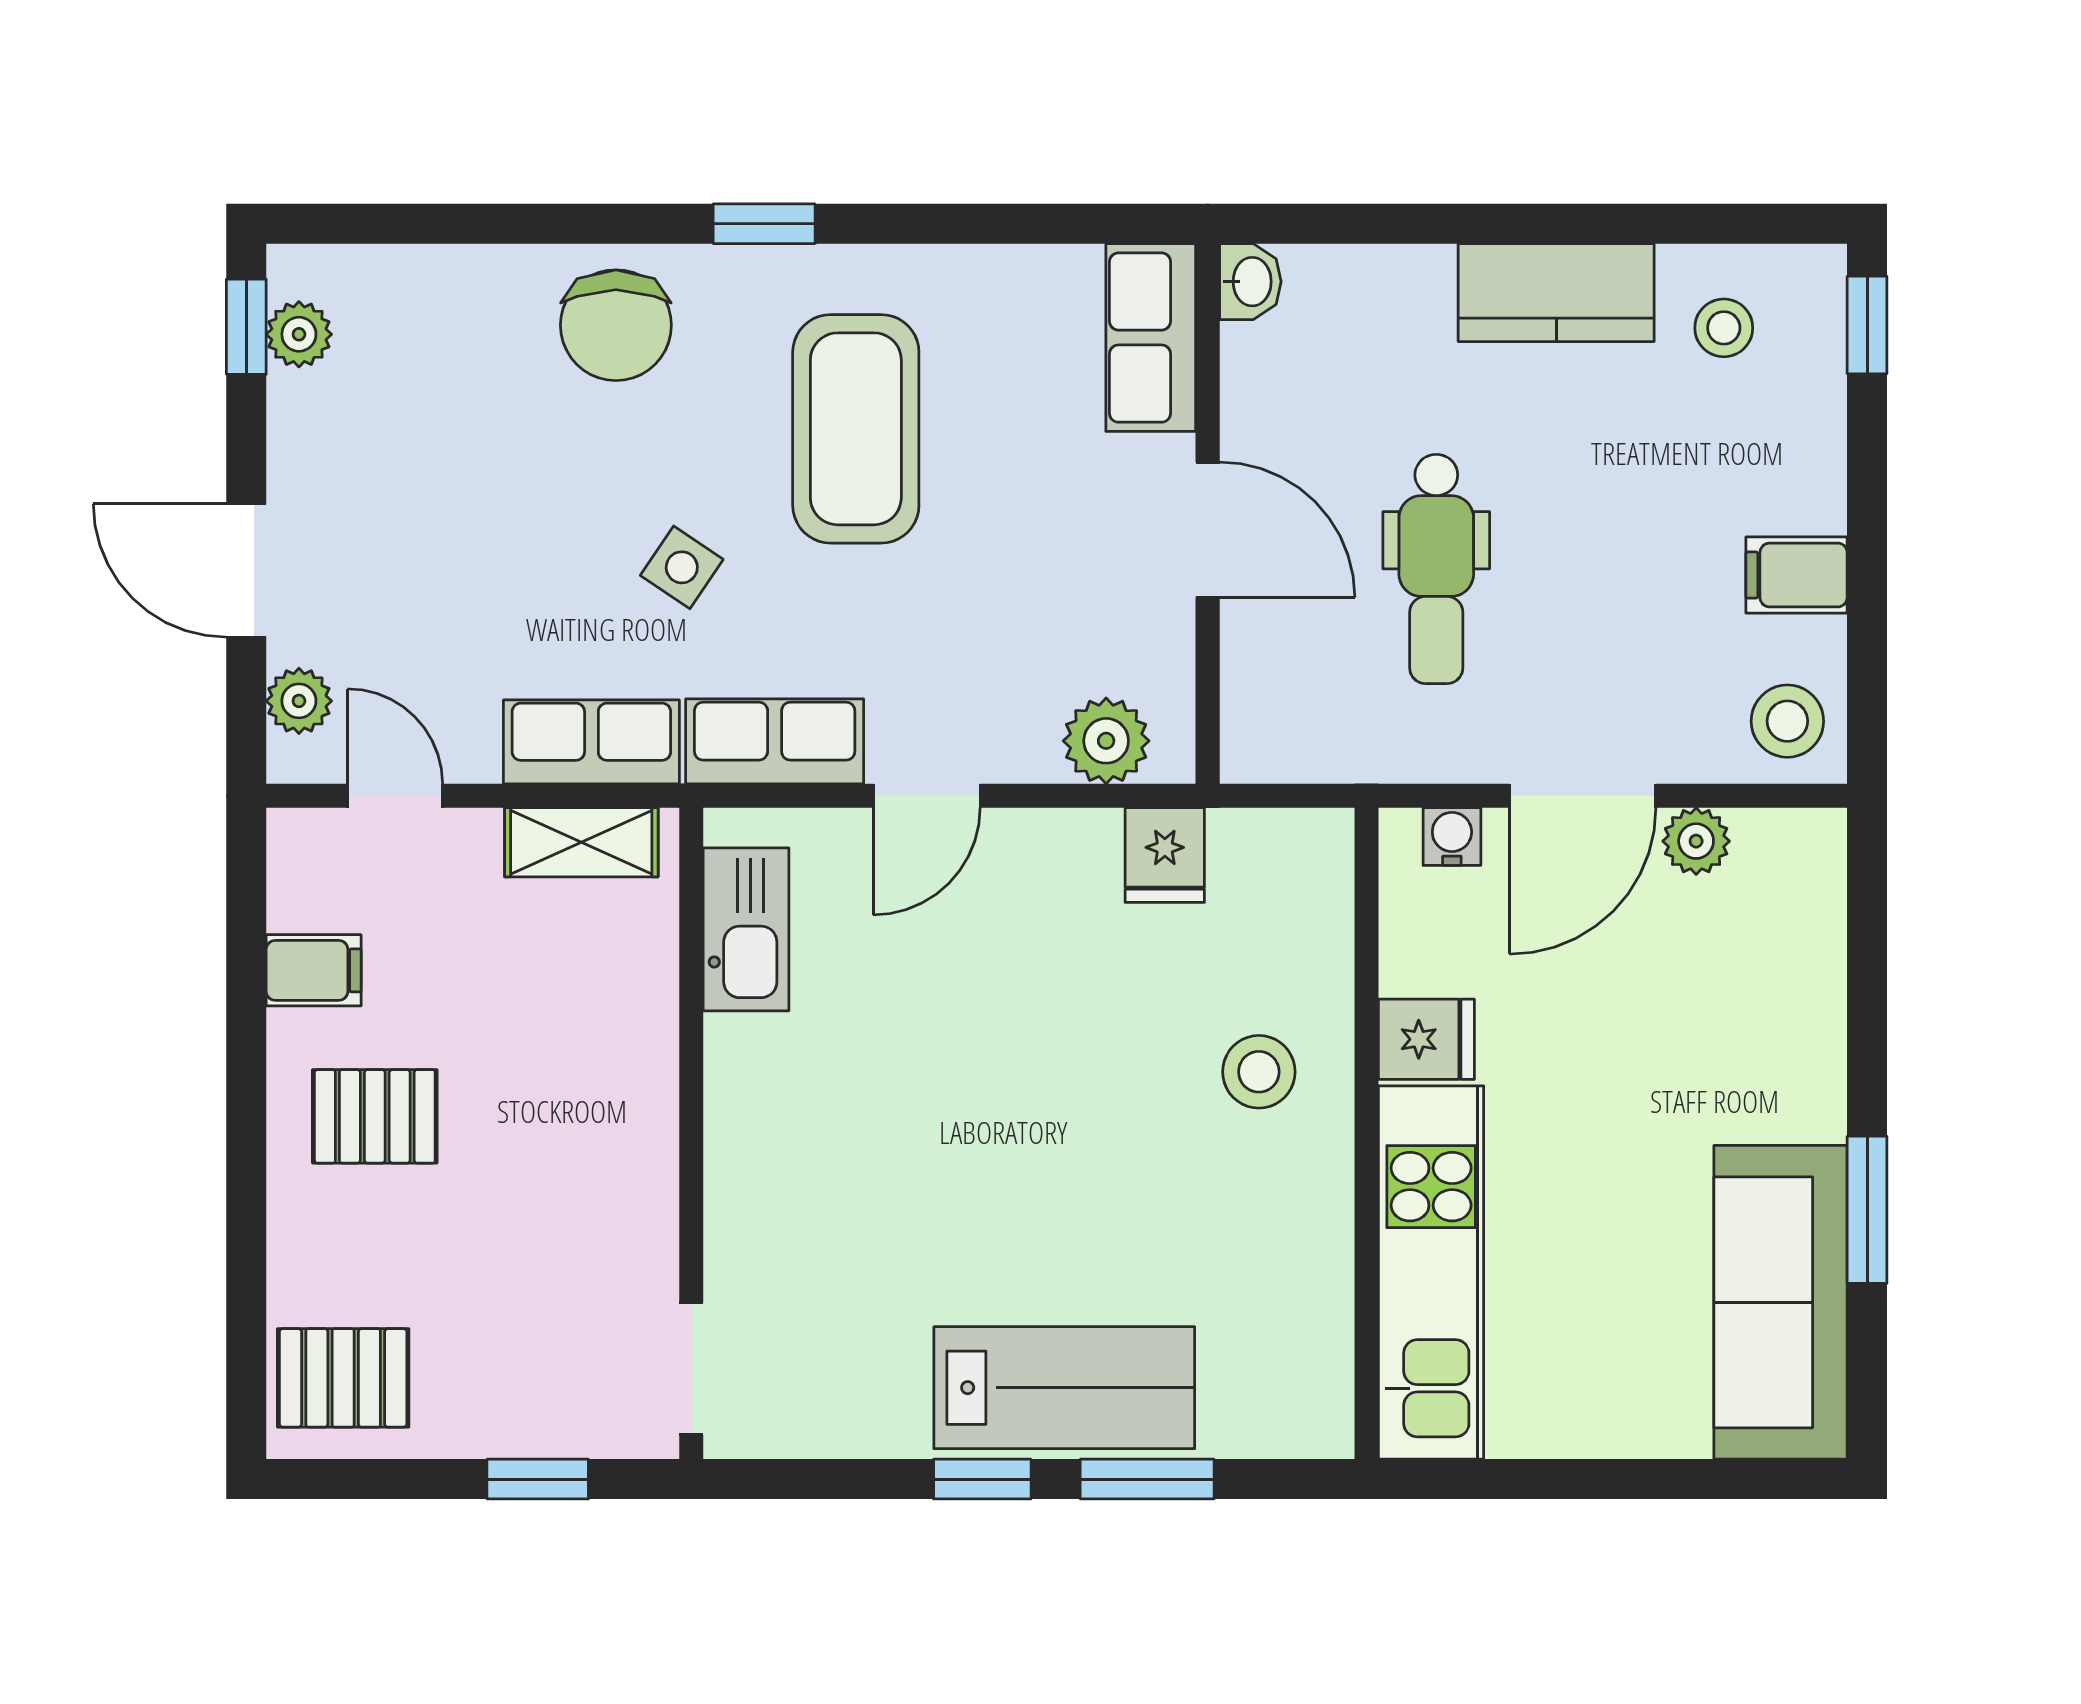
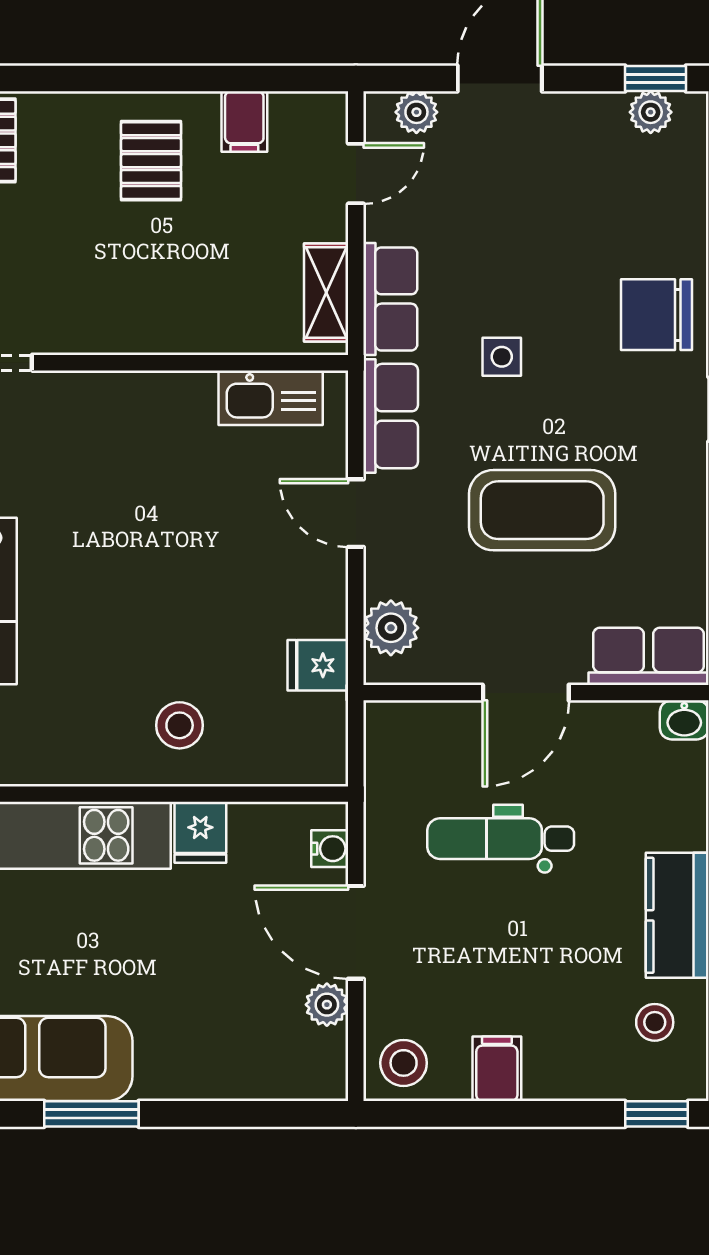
coffee table: (856, 429) -> (542, 510), moved
side table: (682, 567) -> (502, 357), turned -34

